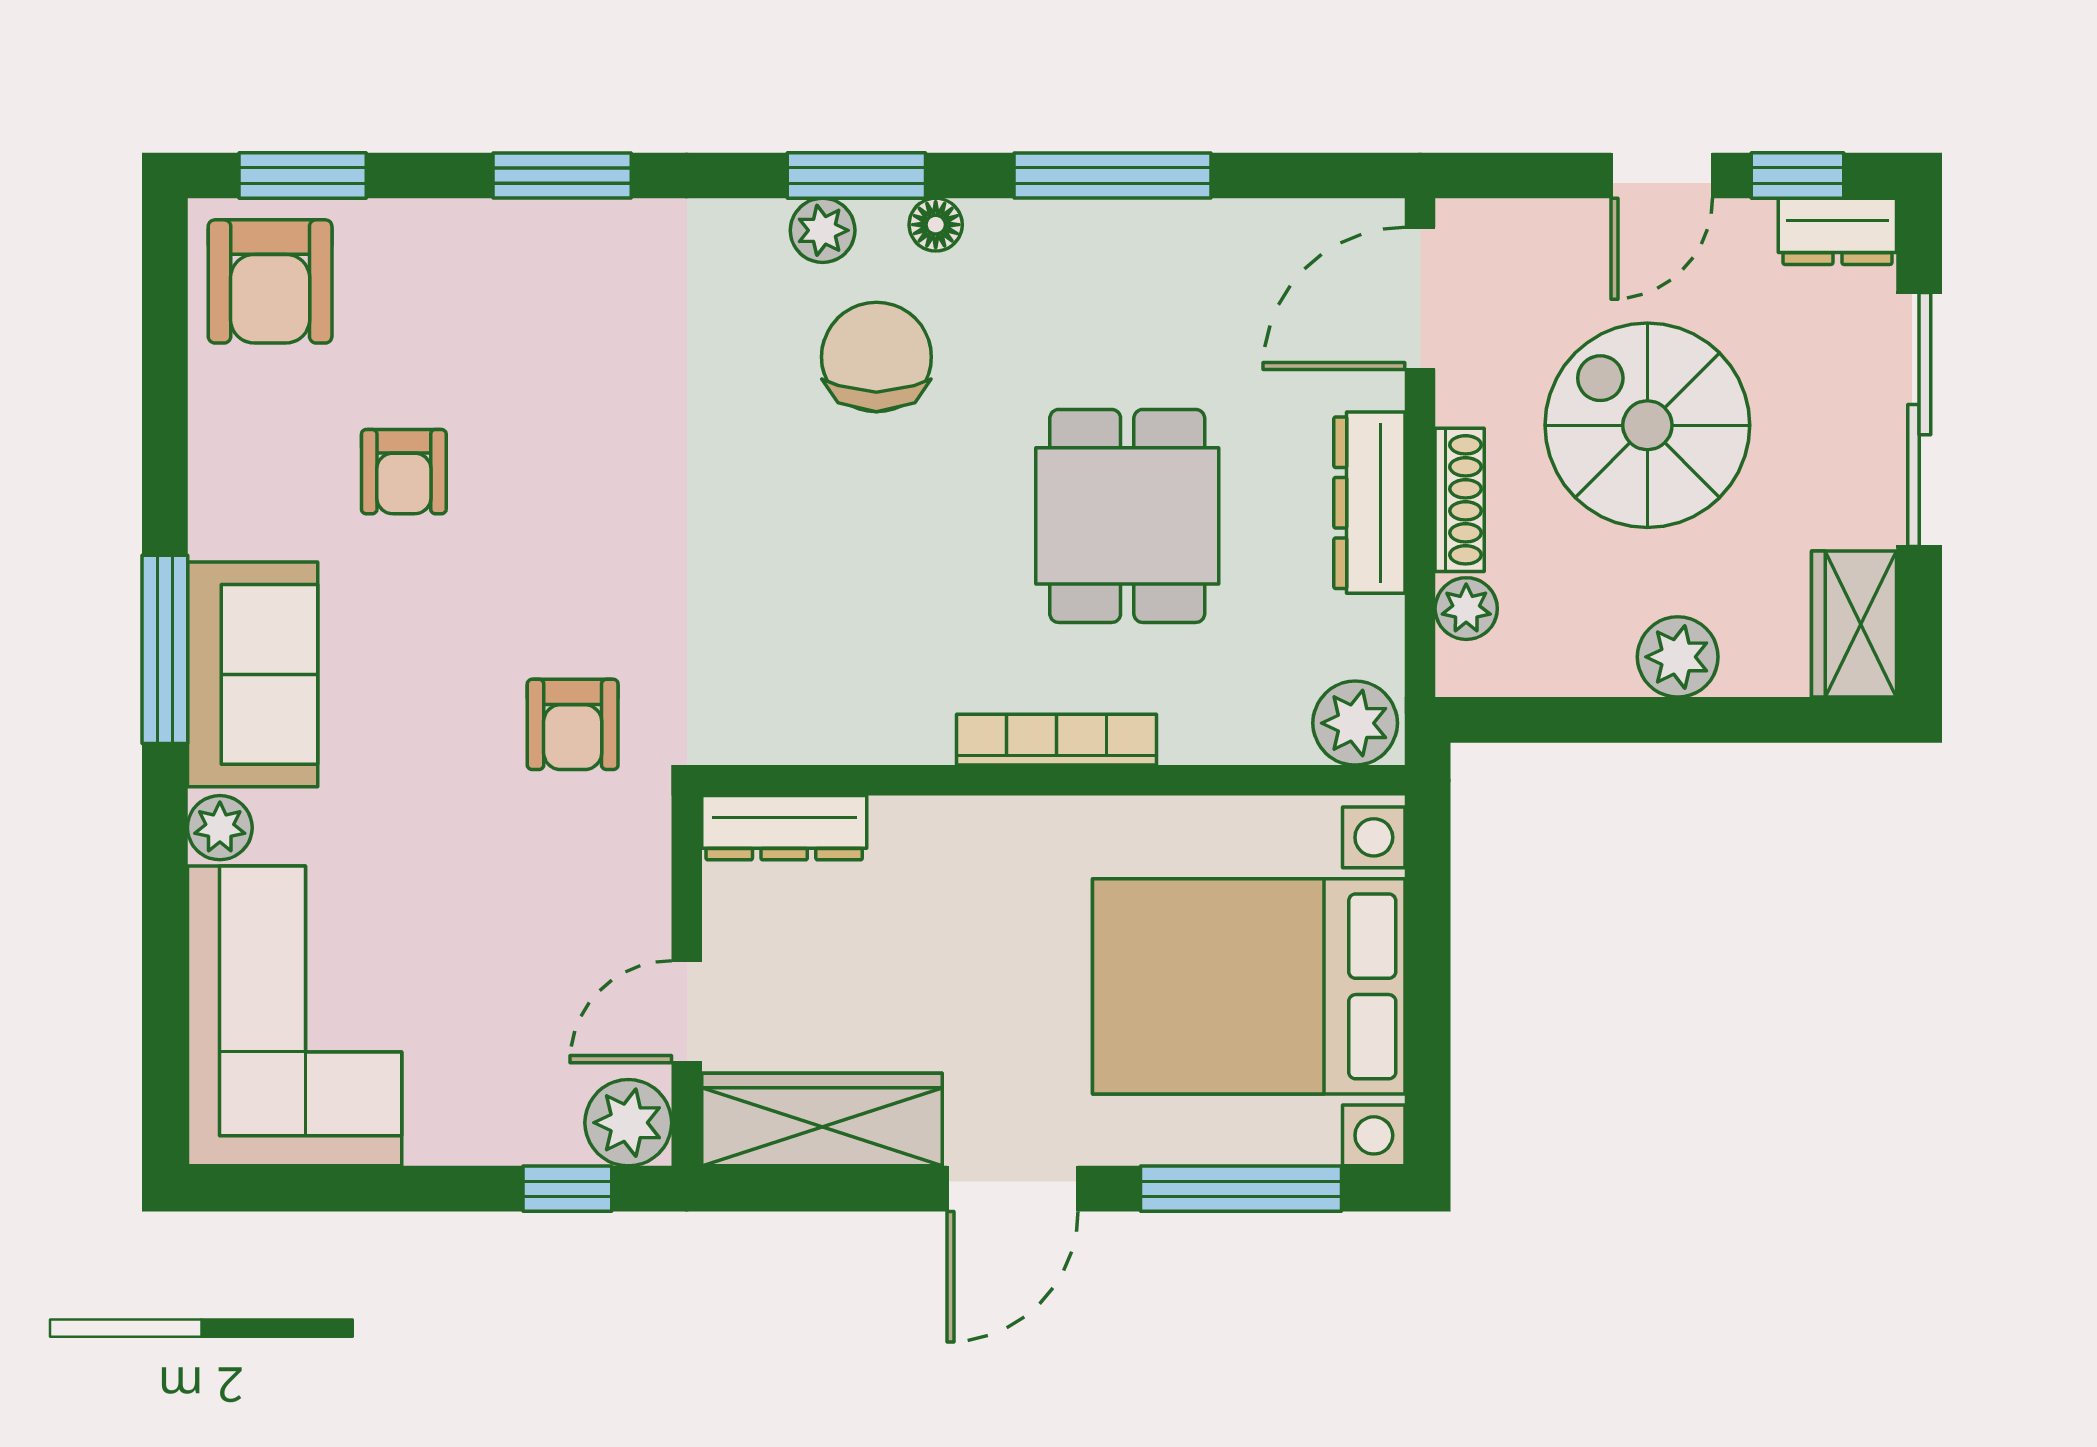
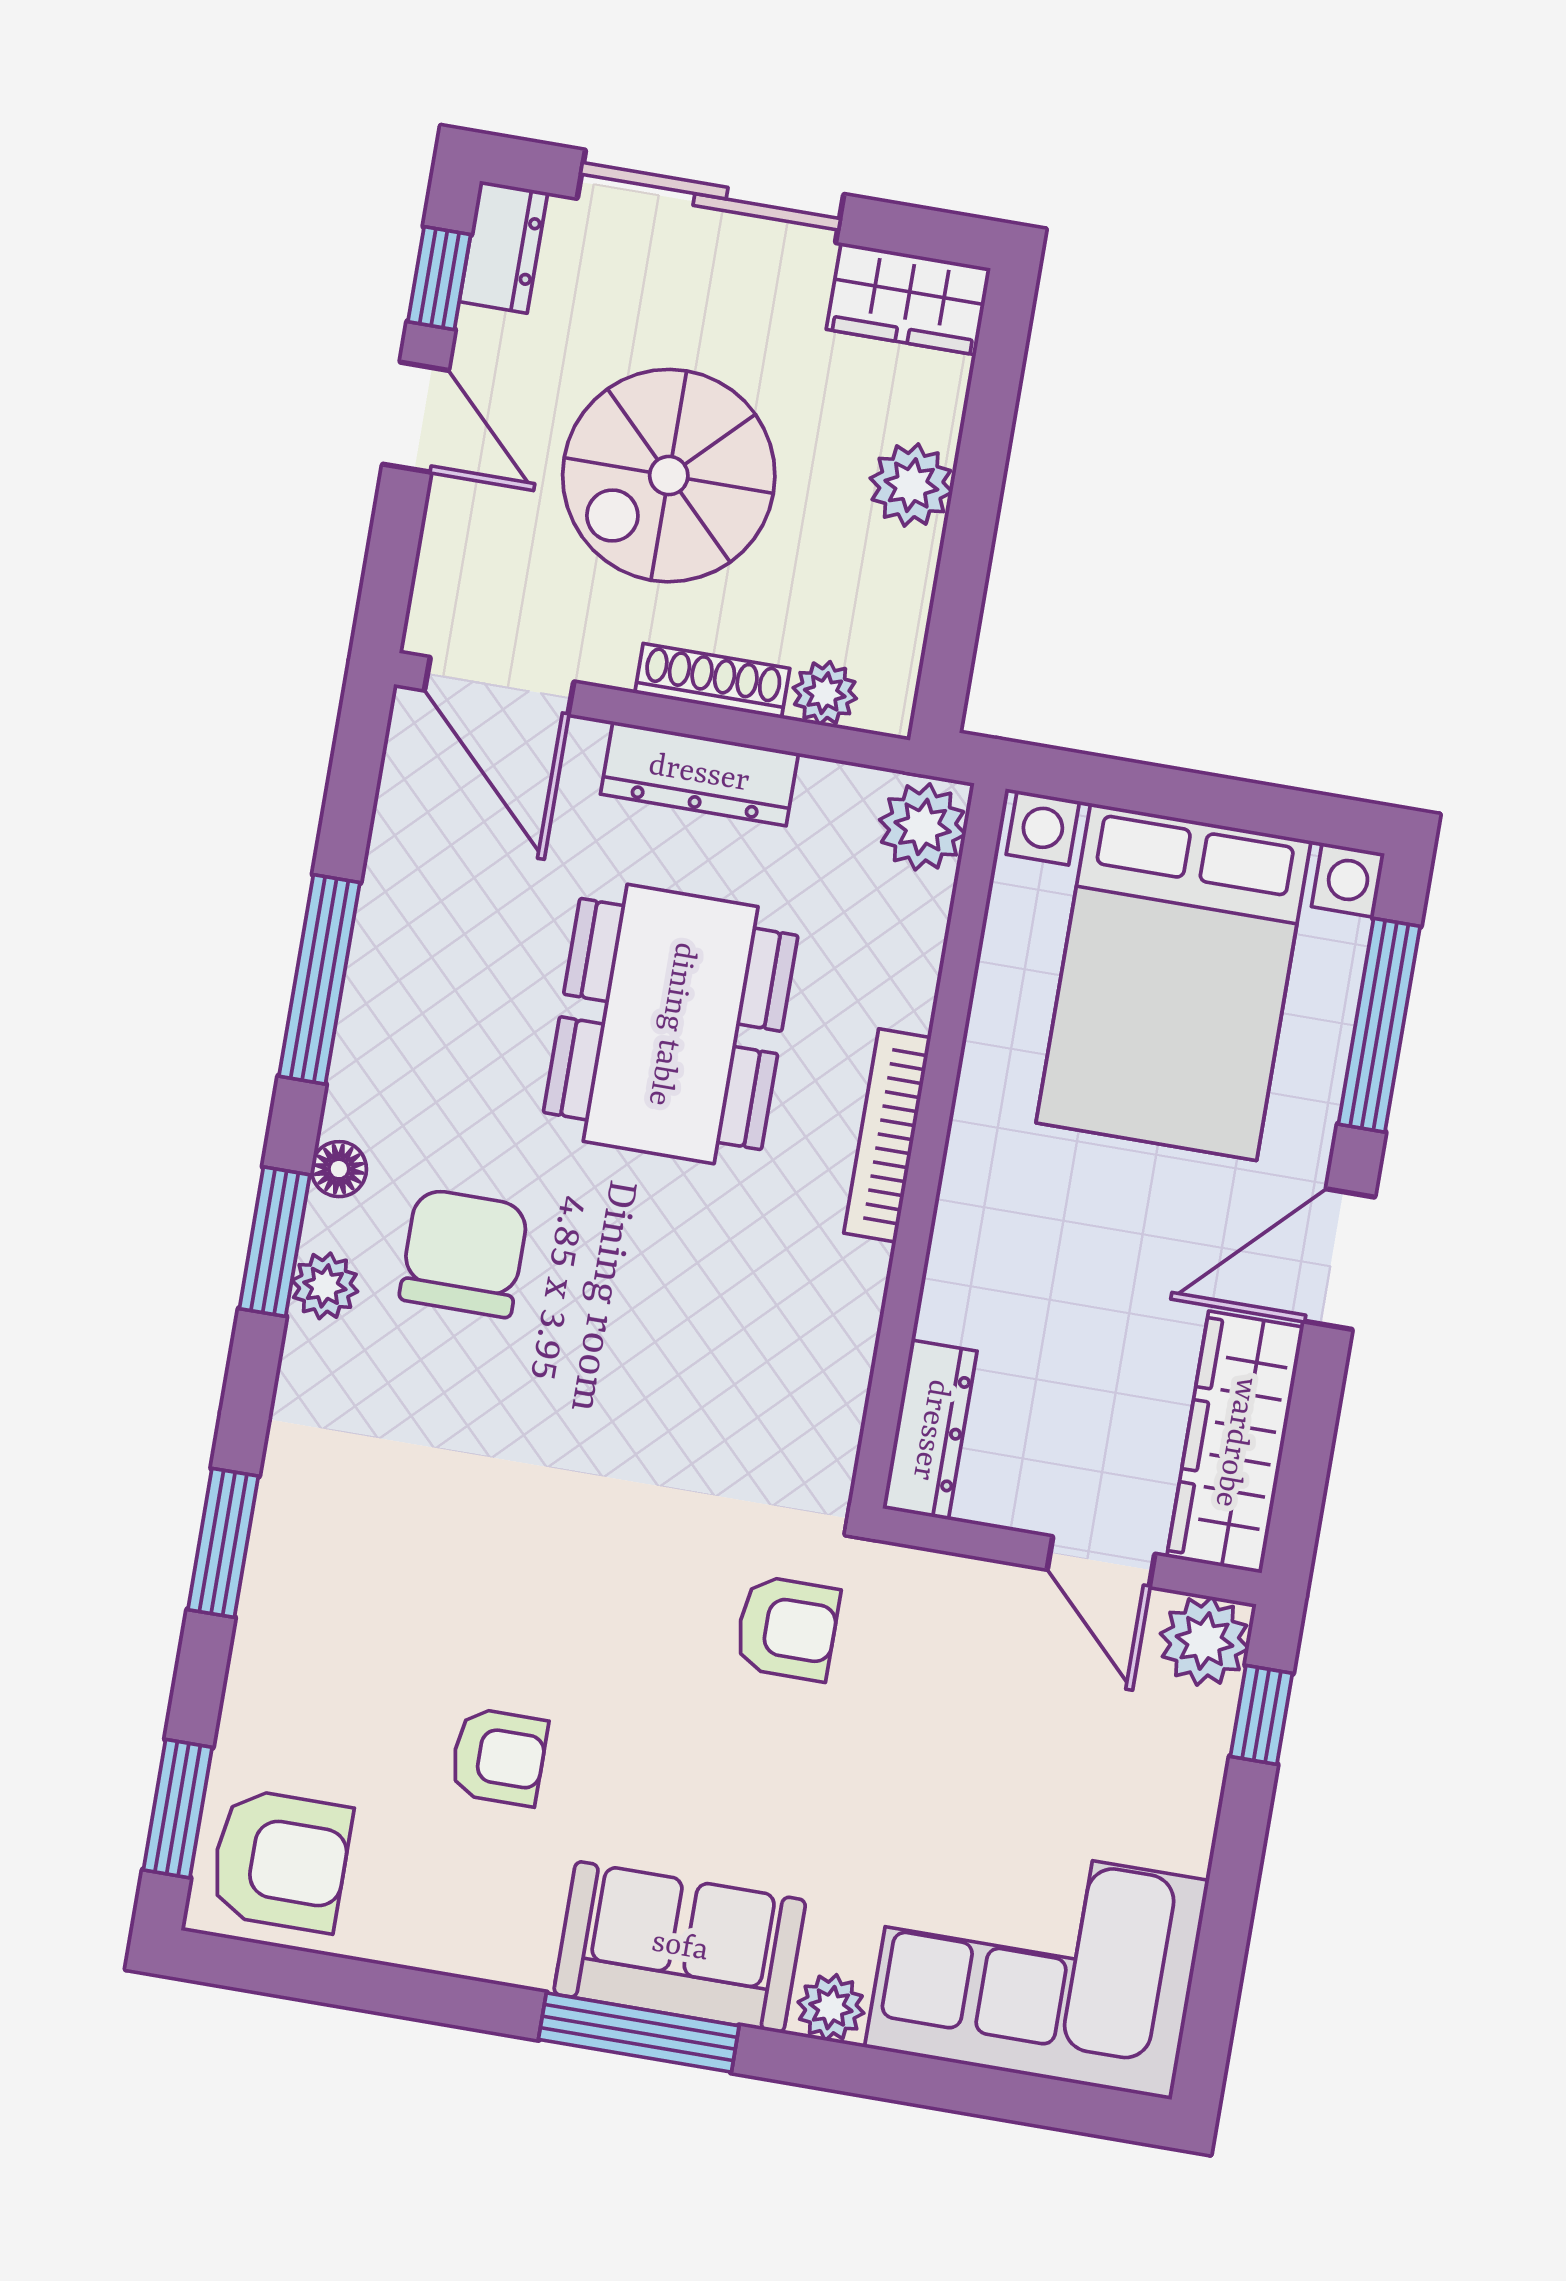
chair: (876, 357) -> (464, 1253), turned 90
dining table: (1127, 516) -> (671, 1024), width x1.38
door: (1013, 1189) -> (1339, 1259), swing flipped

